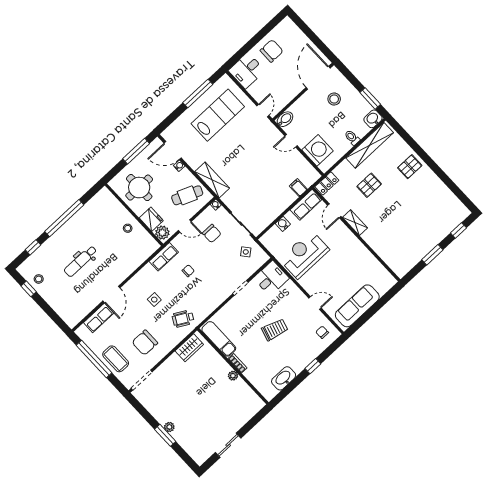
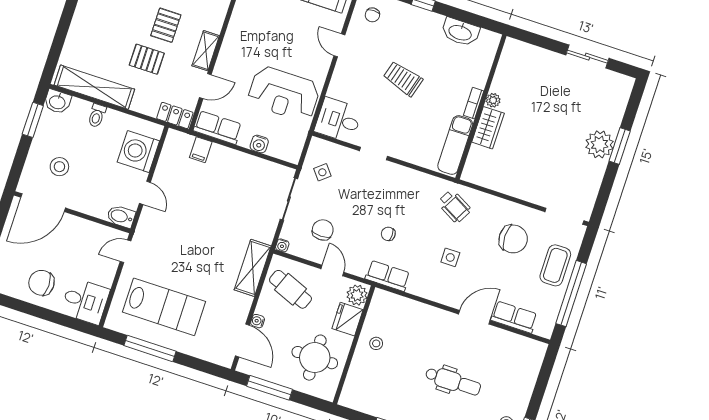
lab bench: (218, 115) -> (164, 307), turned 180
pallet: (410, 167) -> (166, 25), moved, turned 90
wardrobe: (189, 348) -> (488, 128), moved, turned 90
plant: (169, 427) -> (599, 144), width x1.87, depth x1.87

